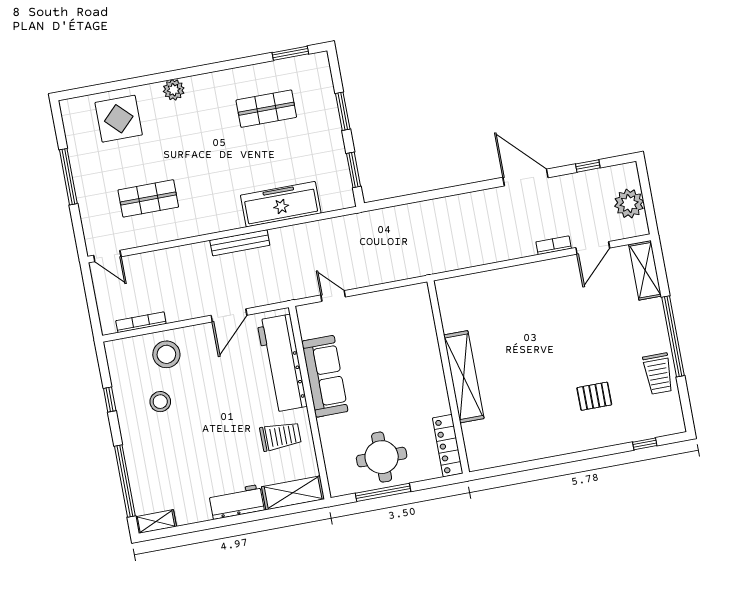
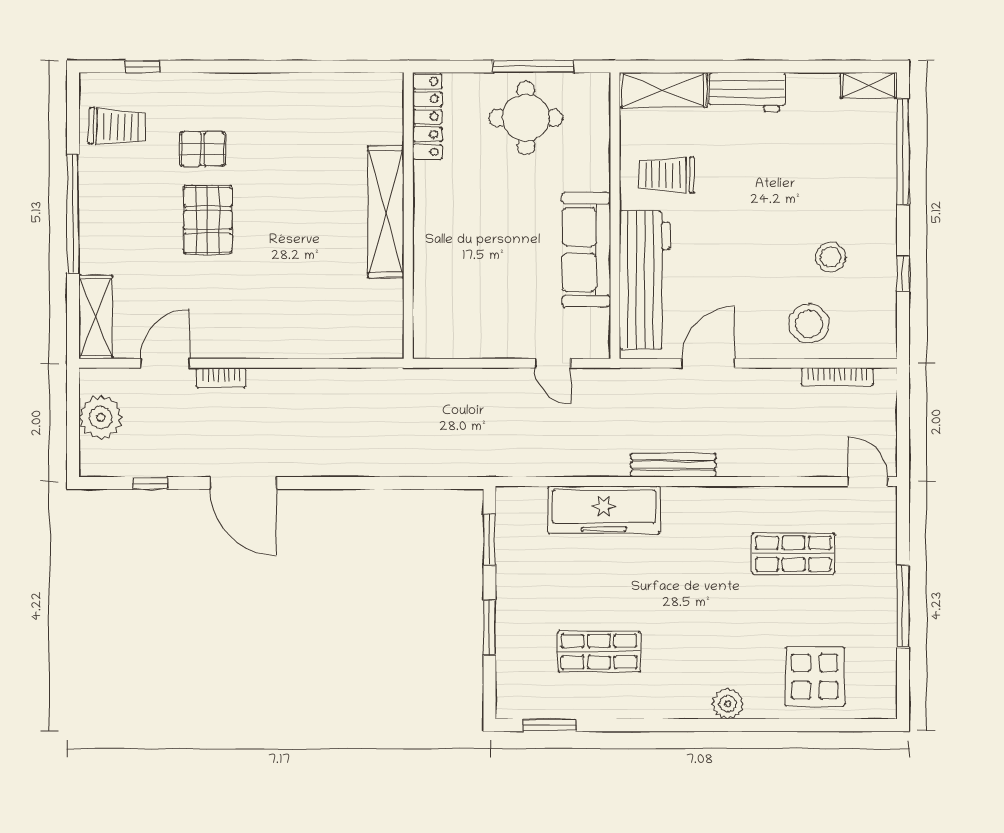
pallet: (582, 349) -> (208, 220), added
trolley: (658, 374) -> (117, 127), moved, turned 92

